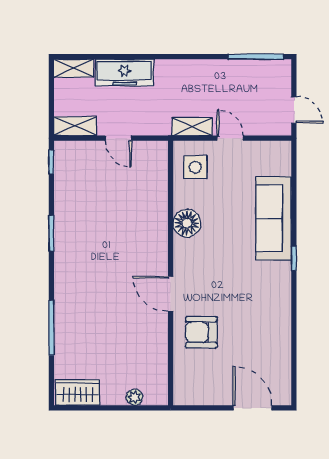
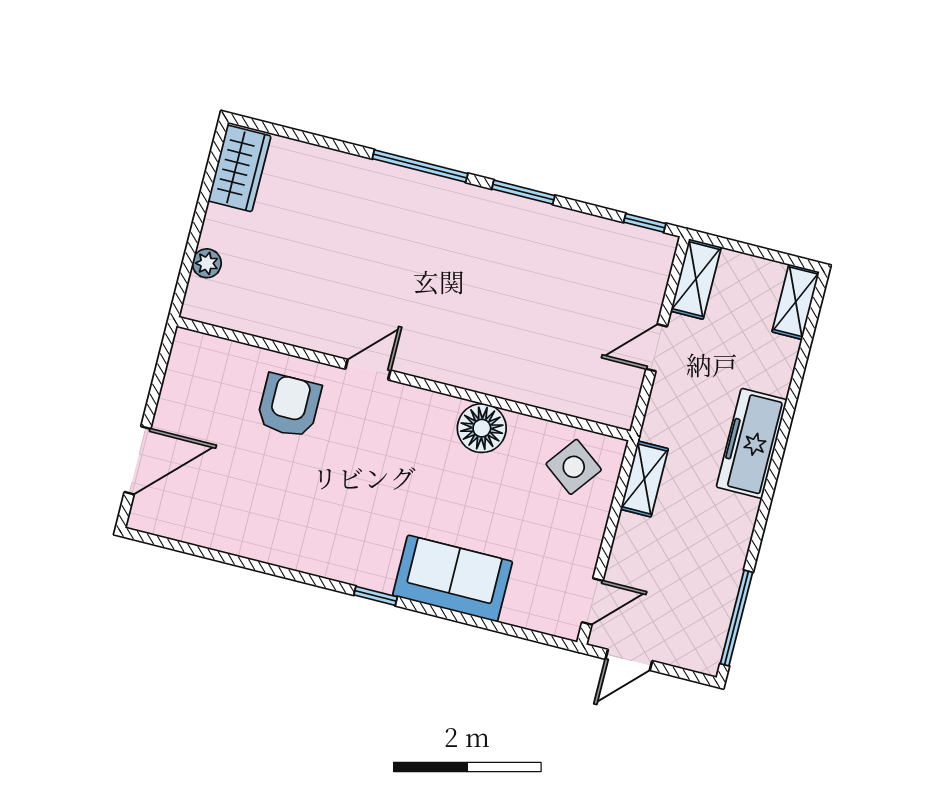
freezer: (124, 73) -> (752, 443), moved
door: (230, 138) -> (592, 601), moved
side table: (195, 167) -> (574, 467), turned 37
sofa: (274, 218) -> (453, 578), width x0.73
door: (171, 294) -> (368, 370), width x0.73
window: (51, 328) -> (420, 166), moved

